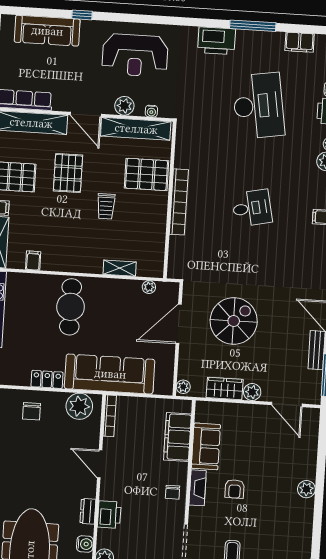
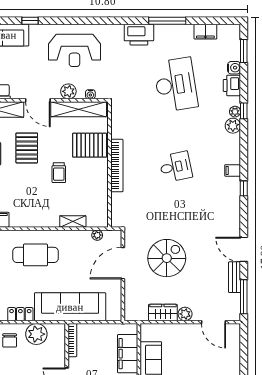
cafe table: (71, 307) -> (35, 255), turned 90
plant: (183, 387) -> (130, 313), removed
plant: (79, 406) -> (36, 334), moved

